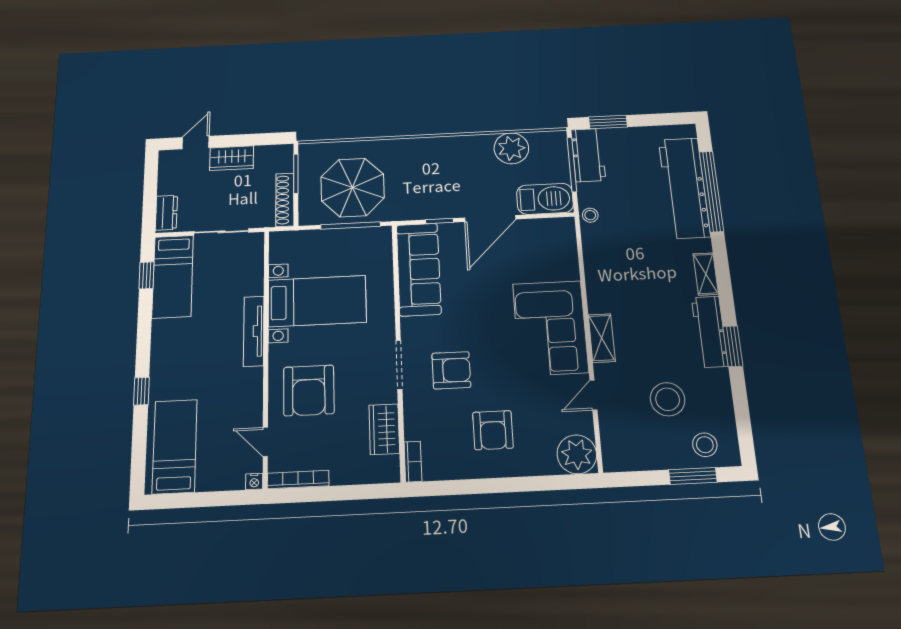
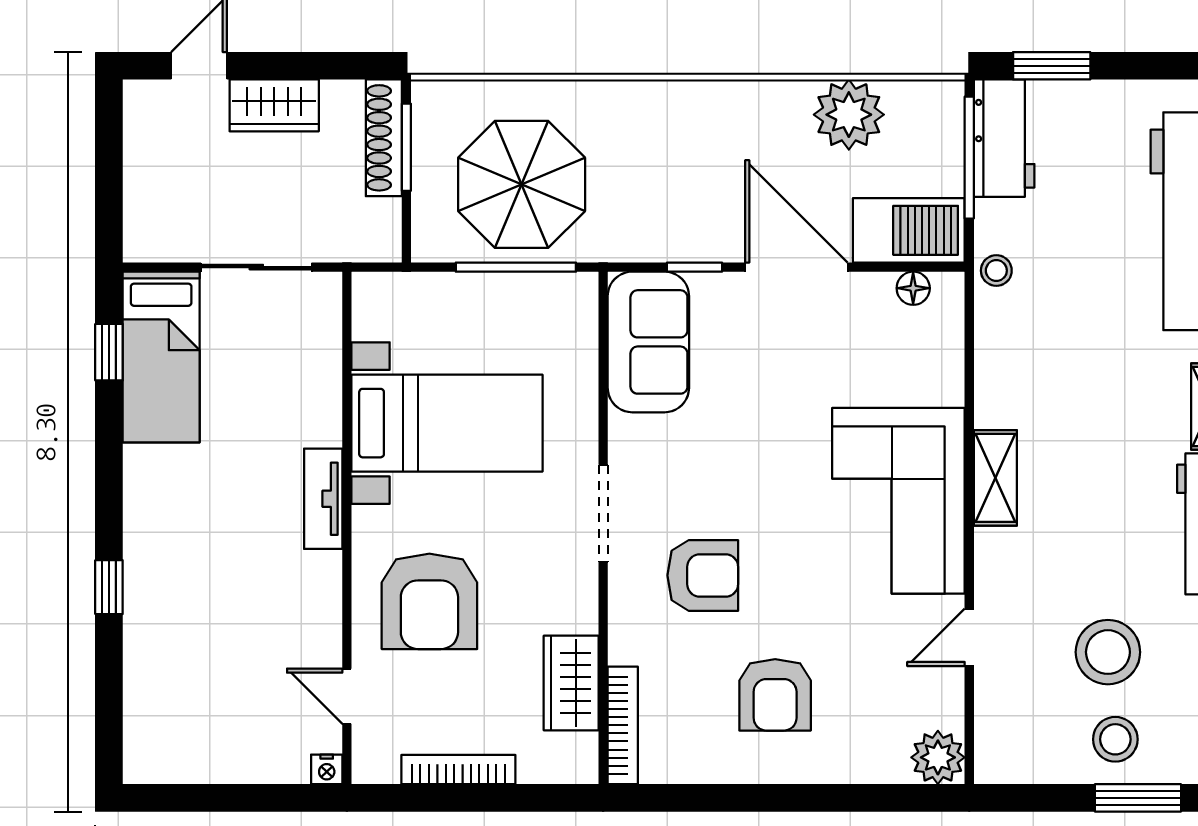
shoe rack: (285, 200) -> (384, 138), moved
dresser: (166, 213) -> (144, 220), removed
door: (490, 219) -> (796, 267), swing flipped
floor lamp: (549, 225) -> (913, 288), added
sofa: (419, 269) -> (648, 342), width x0.73
tv unit: (254, 331) -> (323, 499), width x0.71
shelving: (602, 338) -> (995, 478), moved
doorway: (399, 365) -> (603, 513), moved
stool: (705, 445) -> (1115, 739), moved
bed: (175, 446) -> (176, 696), removed
plant: (577, 454) -> (938, 757), width x0.73, depth x0.73
bookcase: (413, 462) -> (623, 725), width x1.56
bookcase: (298, 480) -> (458, 770), moved

